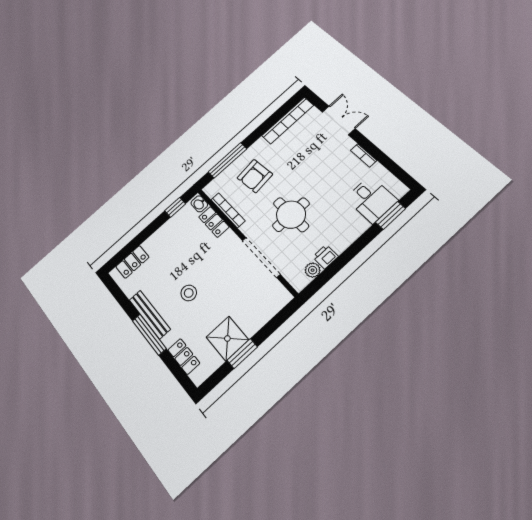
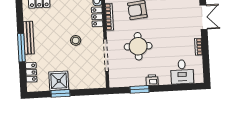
window: (391, 215) -> (139, 89), moved
printer: (325, 257) -> (152, 80), moved
plant: (313, 270) -> (125, 82), removed
stool: (189, 293) -> (76, 40), moved

